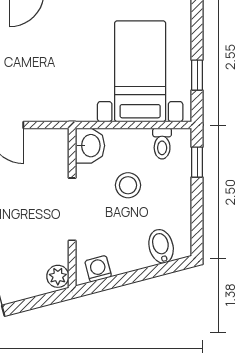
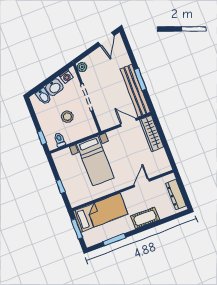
bed with nightstands: (140, 71) -> (95, 161), moved
window: (197, 75) -> (61, 186), moved
washbasin: (90, 146) -> (54, 87), moved, turned -105

